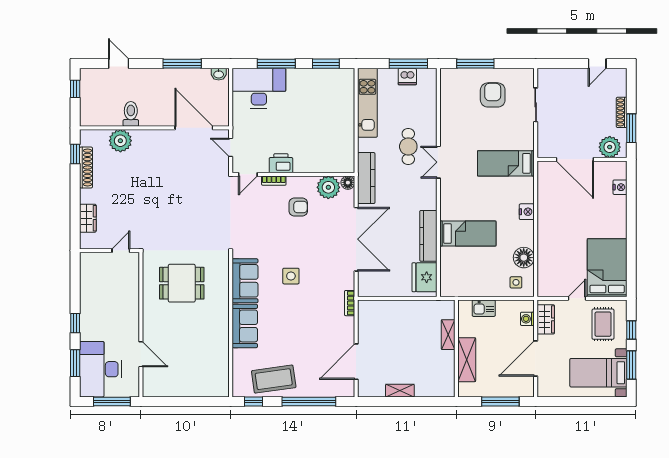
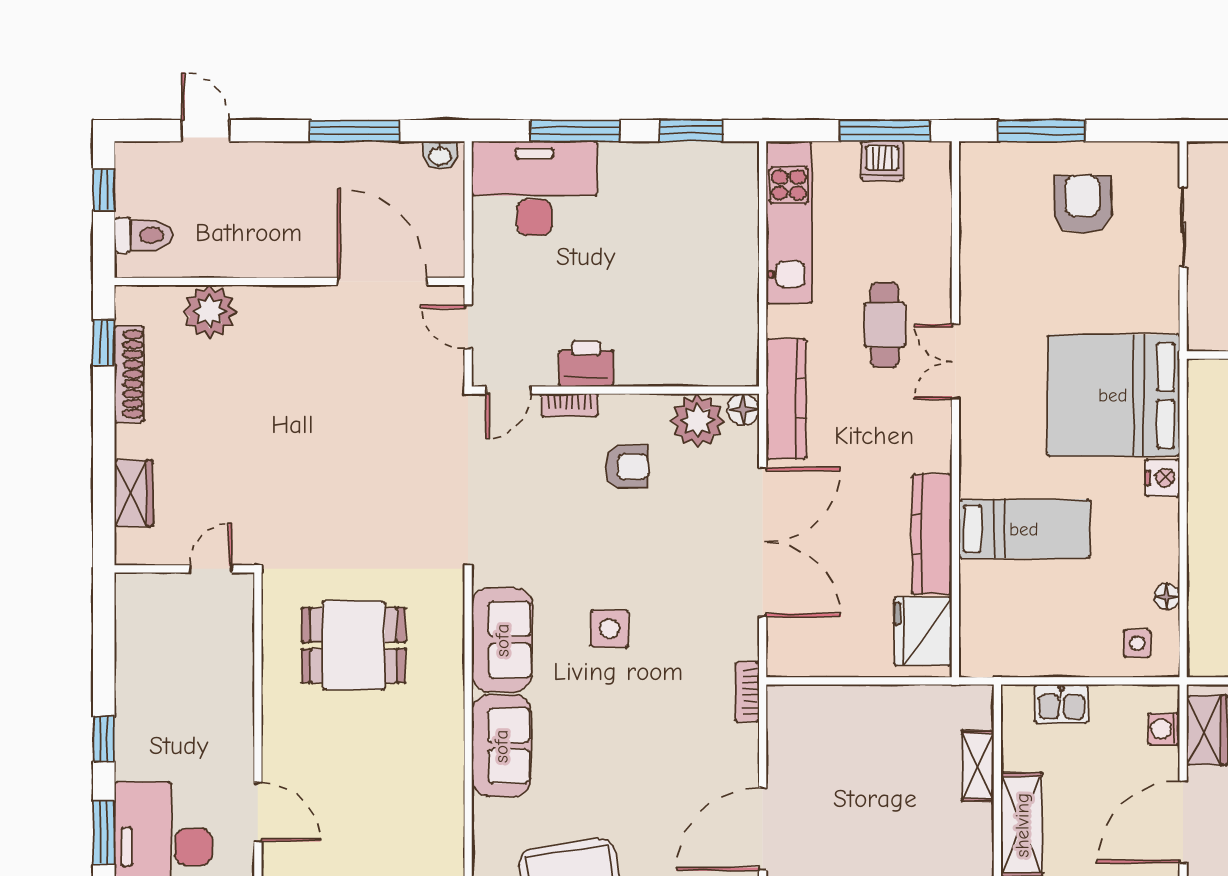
toilet: (131, 114) -> (144, 235), moved, turned 90
bed: (506, 163) -> (1113, 395), width x2.04
floor lamp: (524, 258) -> (1167, 597), width x0.53, depth x0.53

